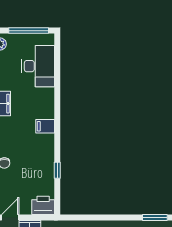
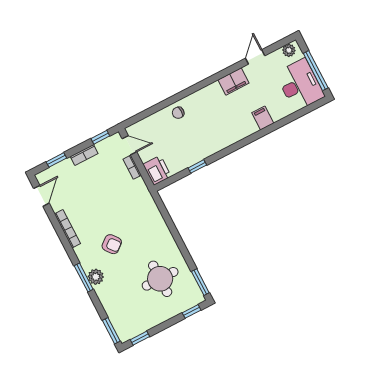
desk: (38, 66) -> (300, 85), moved, turned -90
filing cabinet: (45, 126) -> (263, 118), moved

